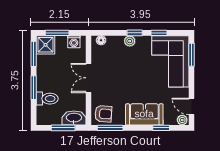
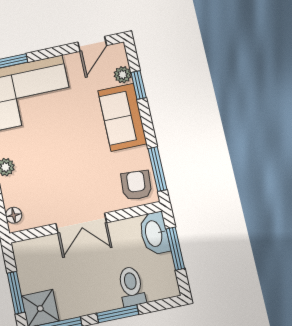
washing machine: (74, 42) -> (25, 261), removed
plant: (182, 120) -> (123, 75), moved

